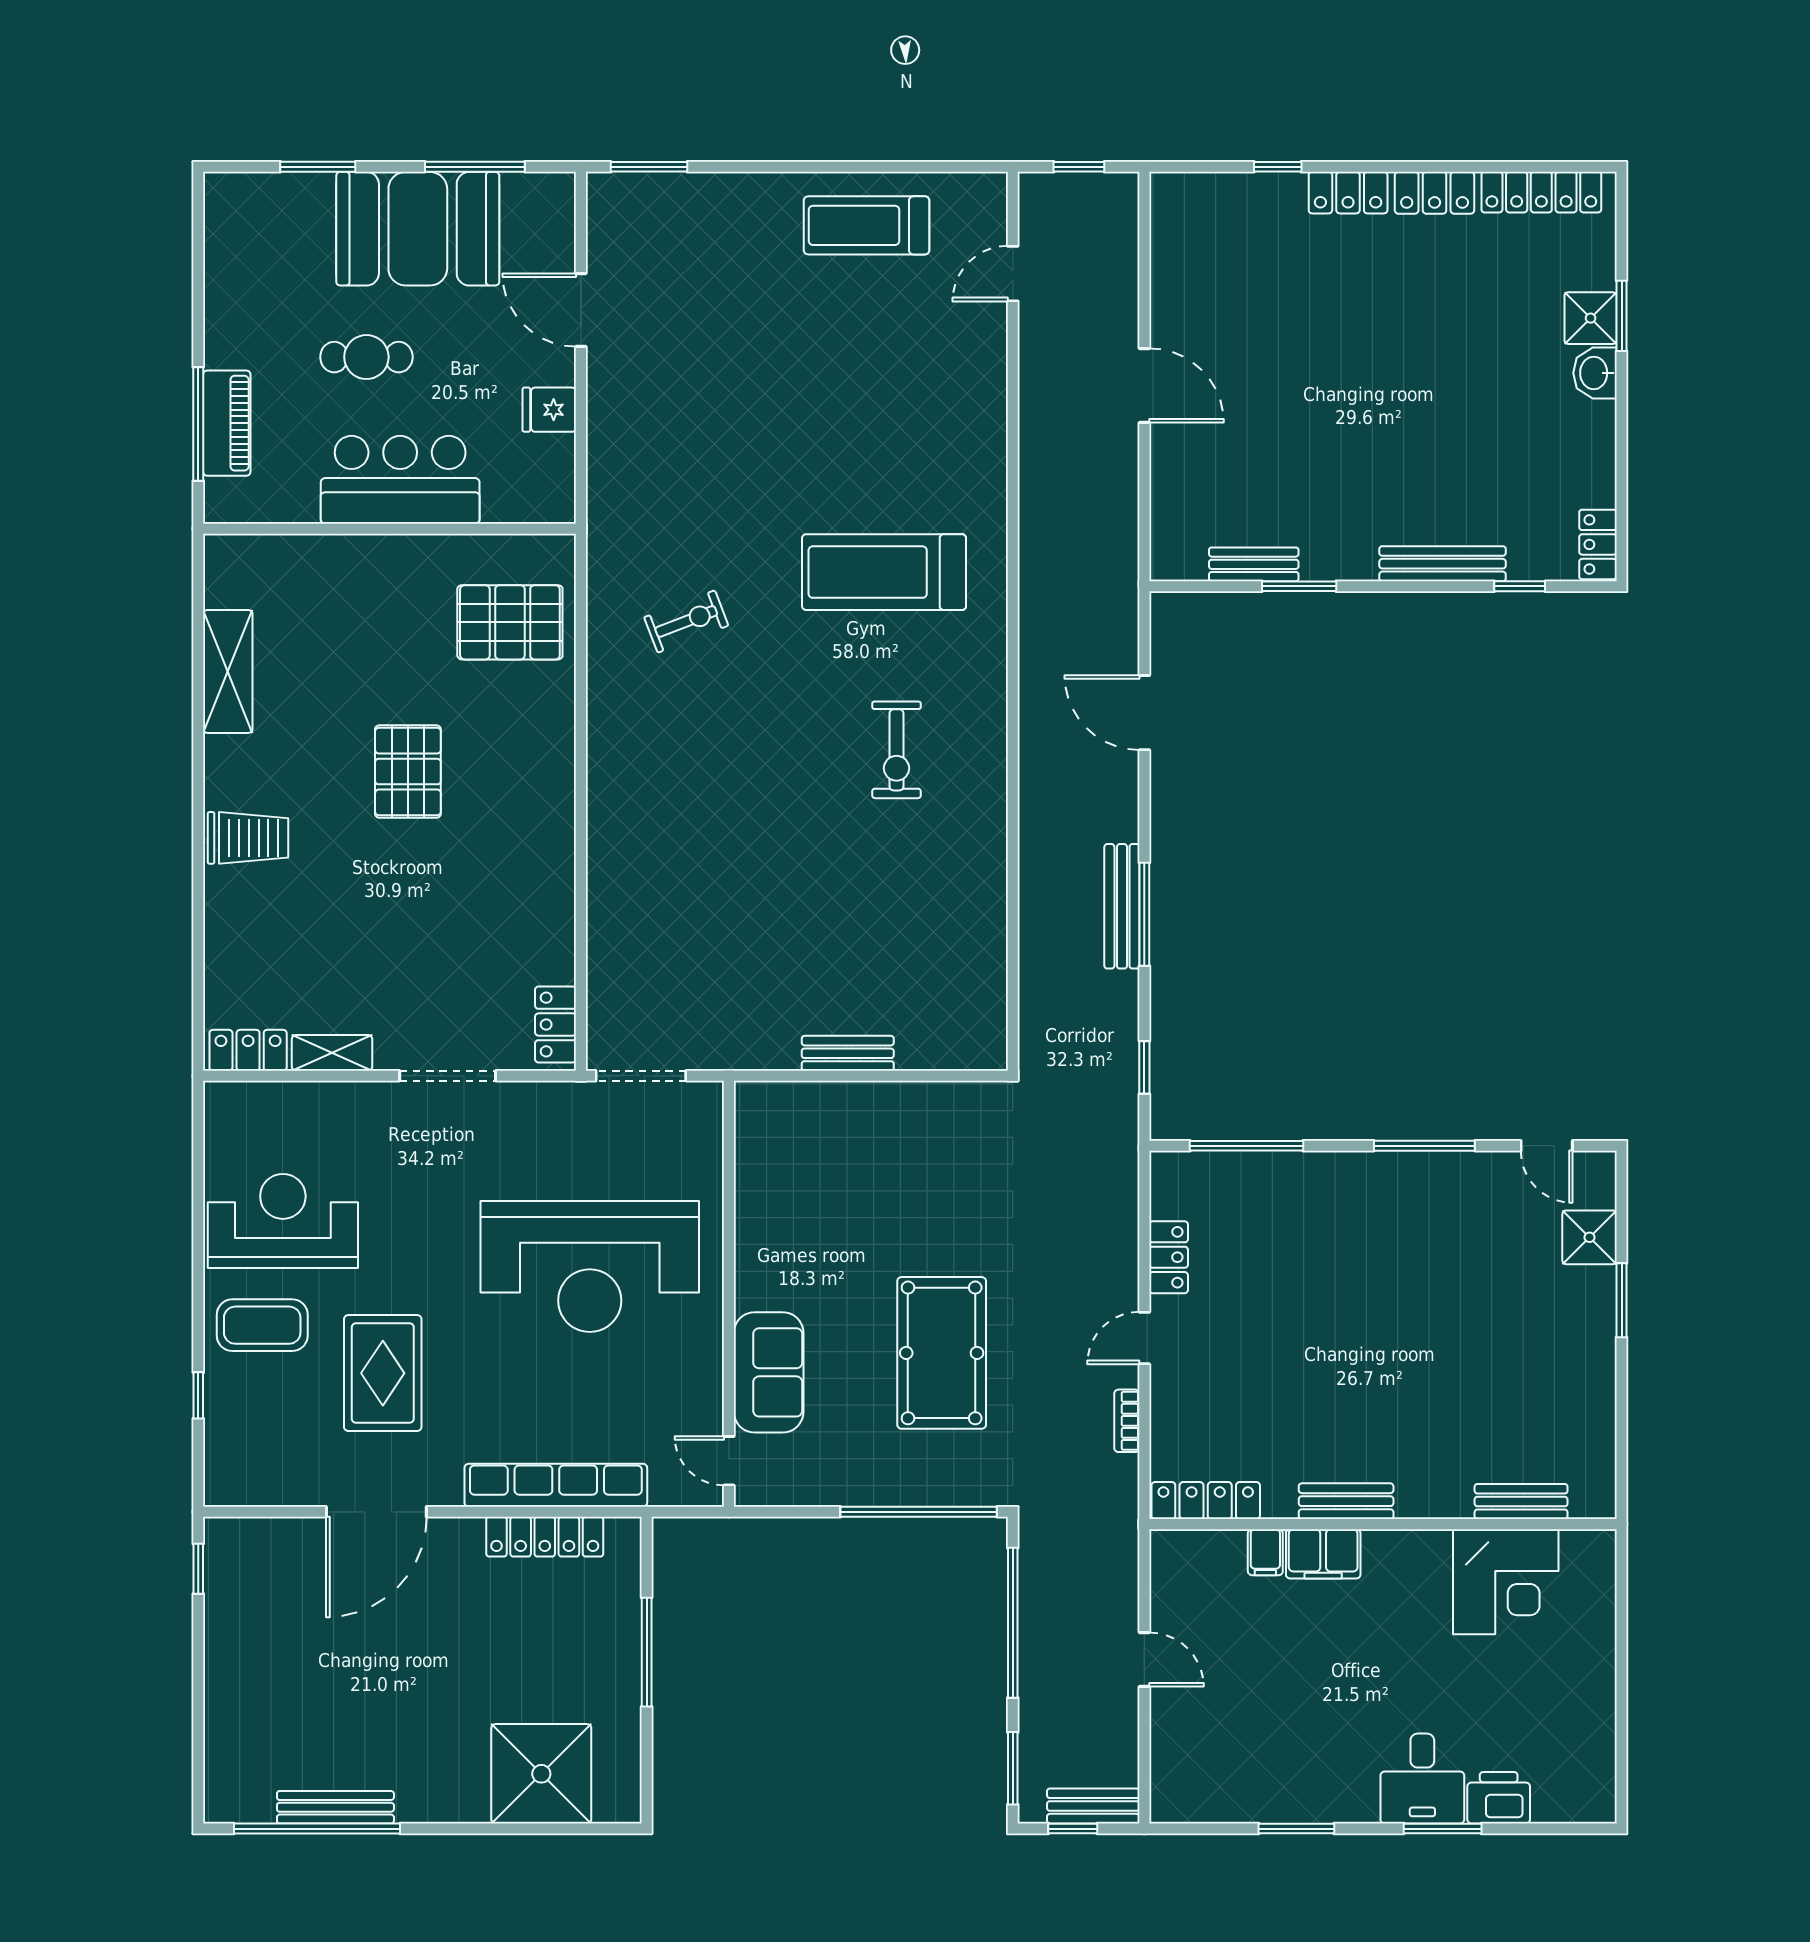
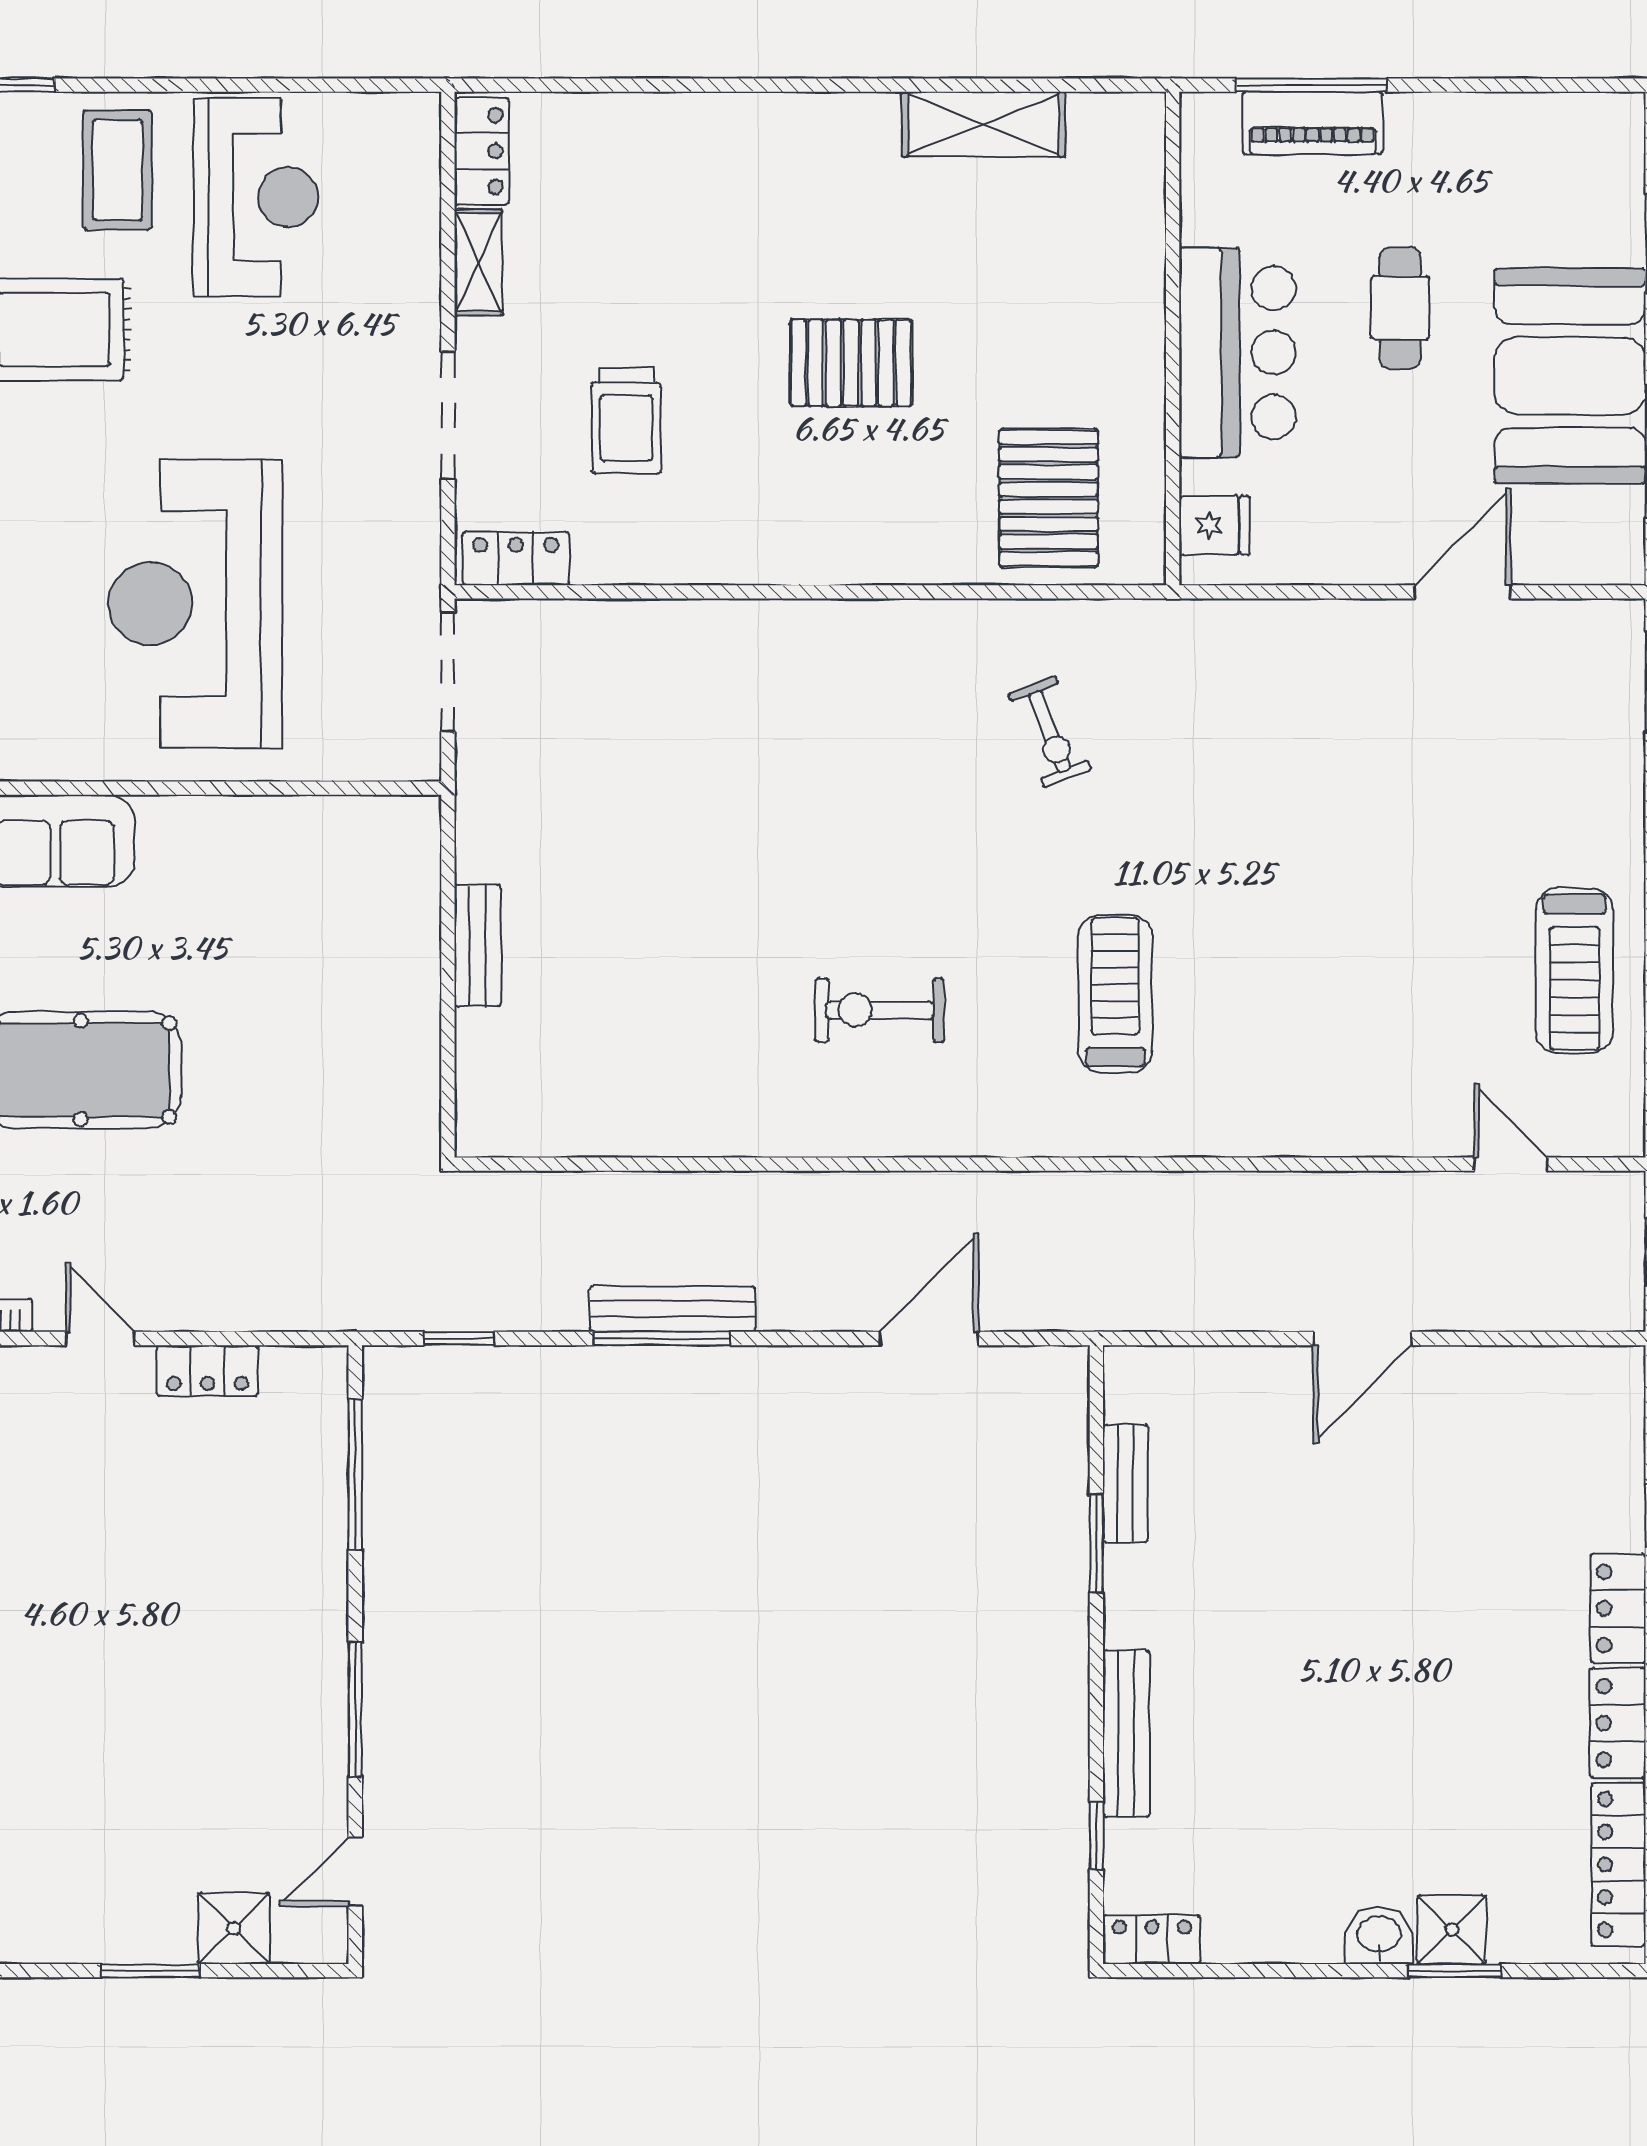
treadmill: (867, 225) -> (1575, 970), turned 180
fridge: (549, 410) -> (1215, 525), moved, turned 90
treadmill: (884, 572) -> (1115, 994), width x0.73, depth x0.73
trolley: (248, 838) -> (626, 421), moved

